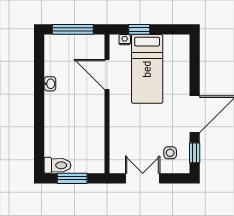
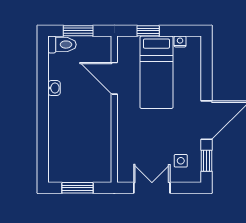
window: (73, 29) -> (78, 31), width x0.69
nightstand: (125, 40) -> (180, 41), moved
toilet: (57, 165) -> (62, 45), moved

